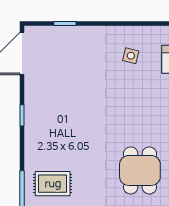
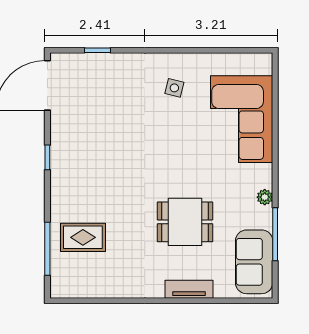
dining table: (140, 170) -> (185, 222), turned 90

